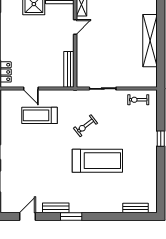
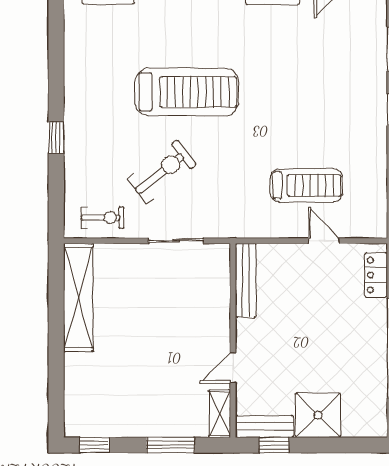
shelving: (150, 41) -> (78, 297), moved
exercise bike: (86, 126) -> (162, 172), moved, width x1.38, depth x1.39
treadmill: (97, 161) -> (187, 92), turned 180

